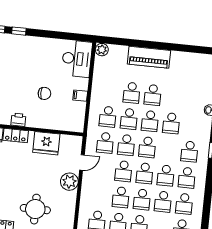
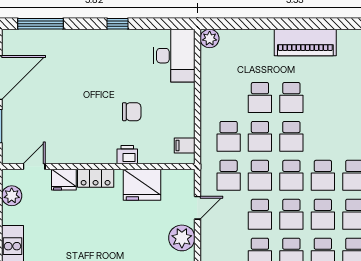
window: (19, 31) -> (117, 24), moved
piano: (149, 57) -> (305, 42), moved
filing cabinet: (80, 96) -> (185, 145), moved
printer: (18, 120) -> (127, 155), moved
school desk: (171, 123) -> (323, 175), moved

